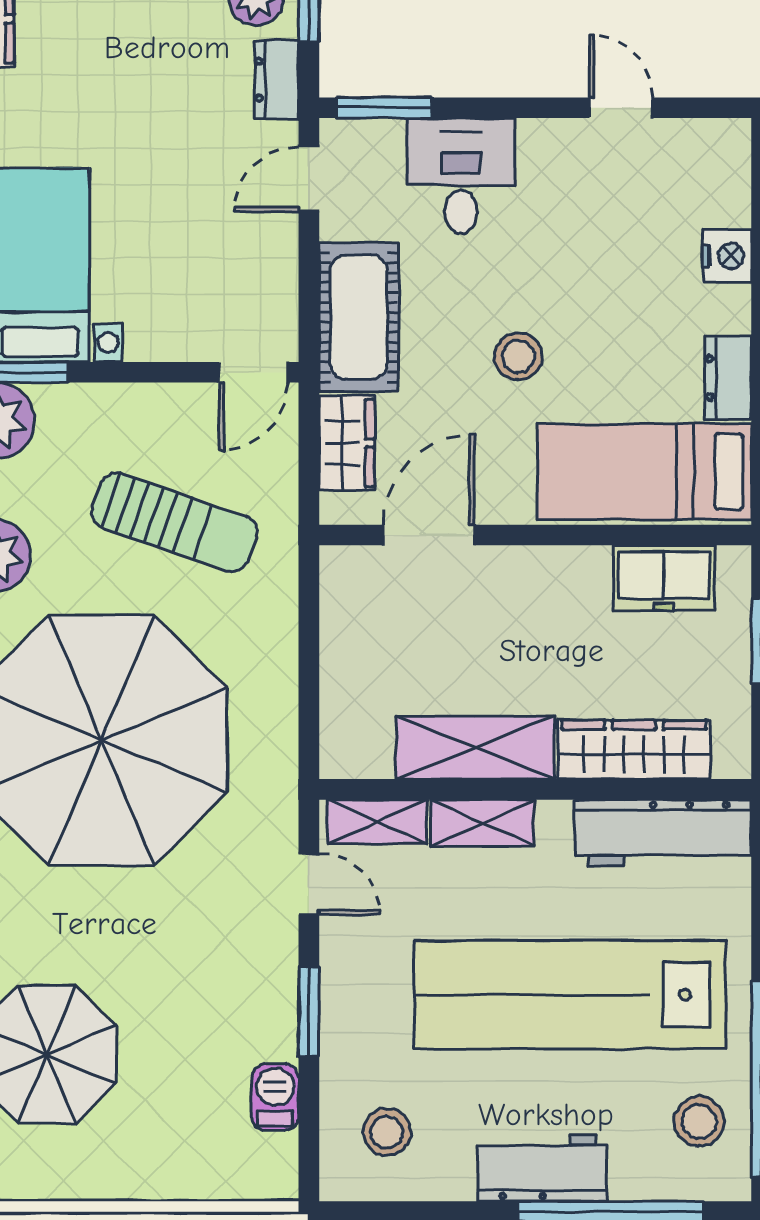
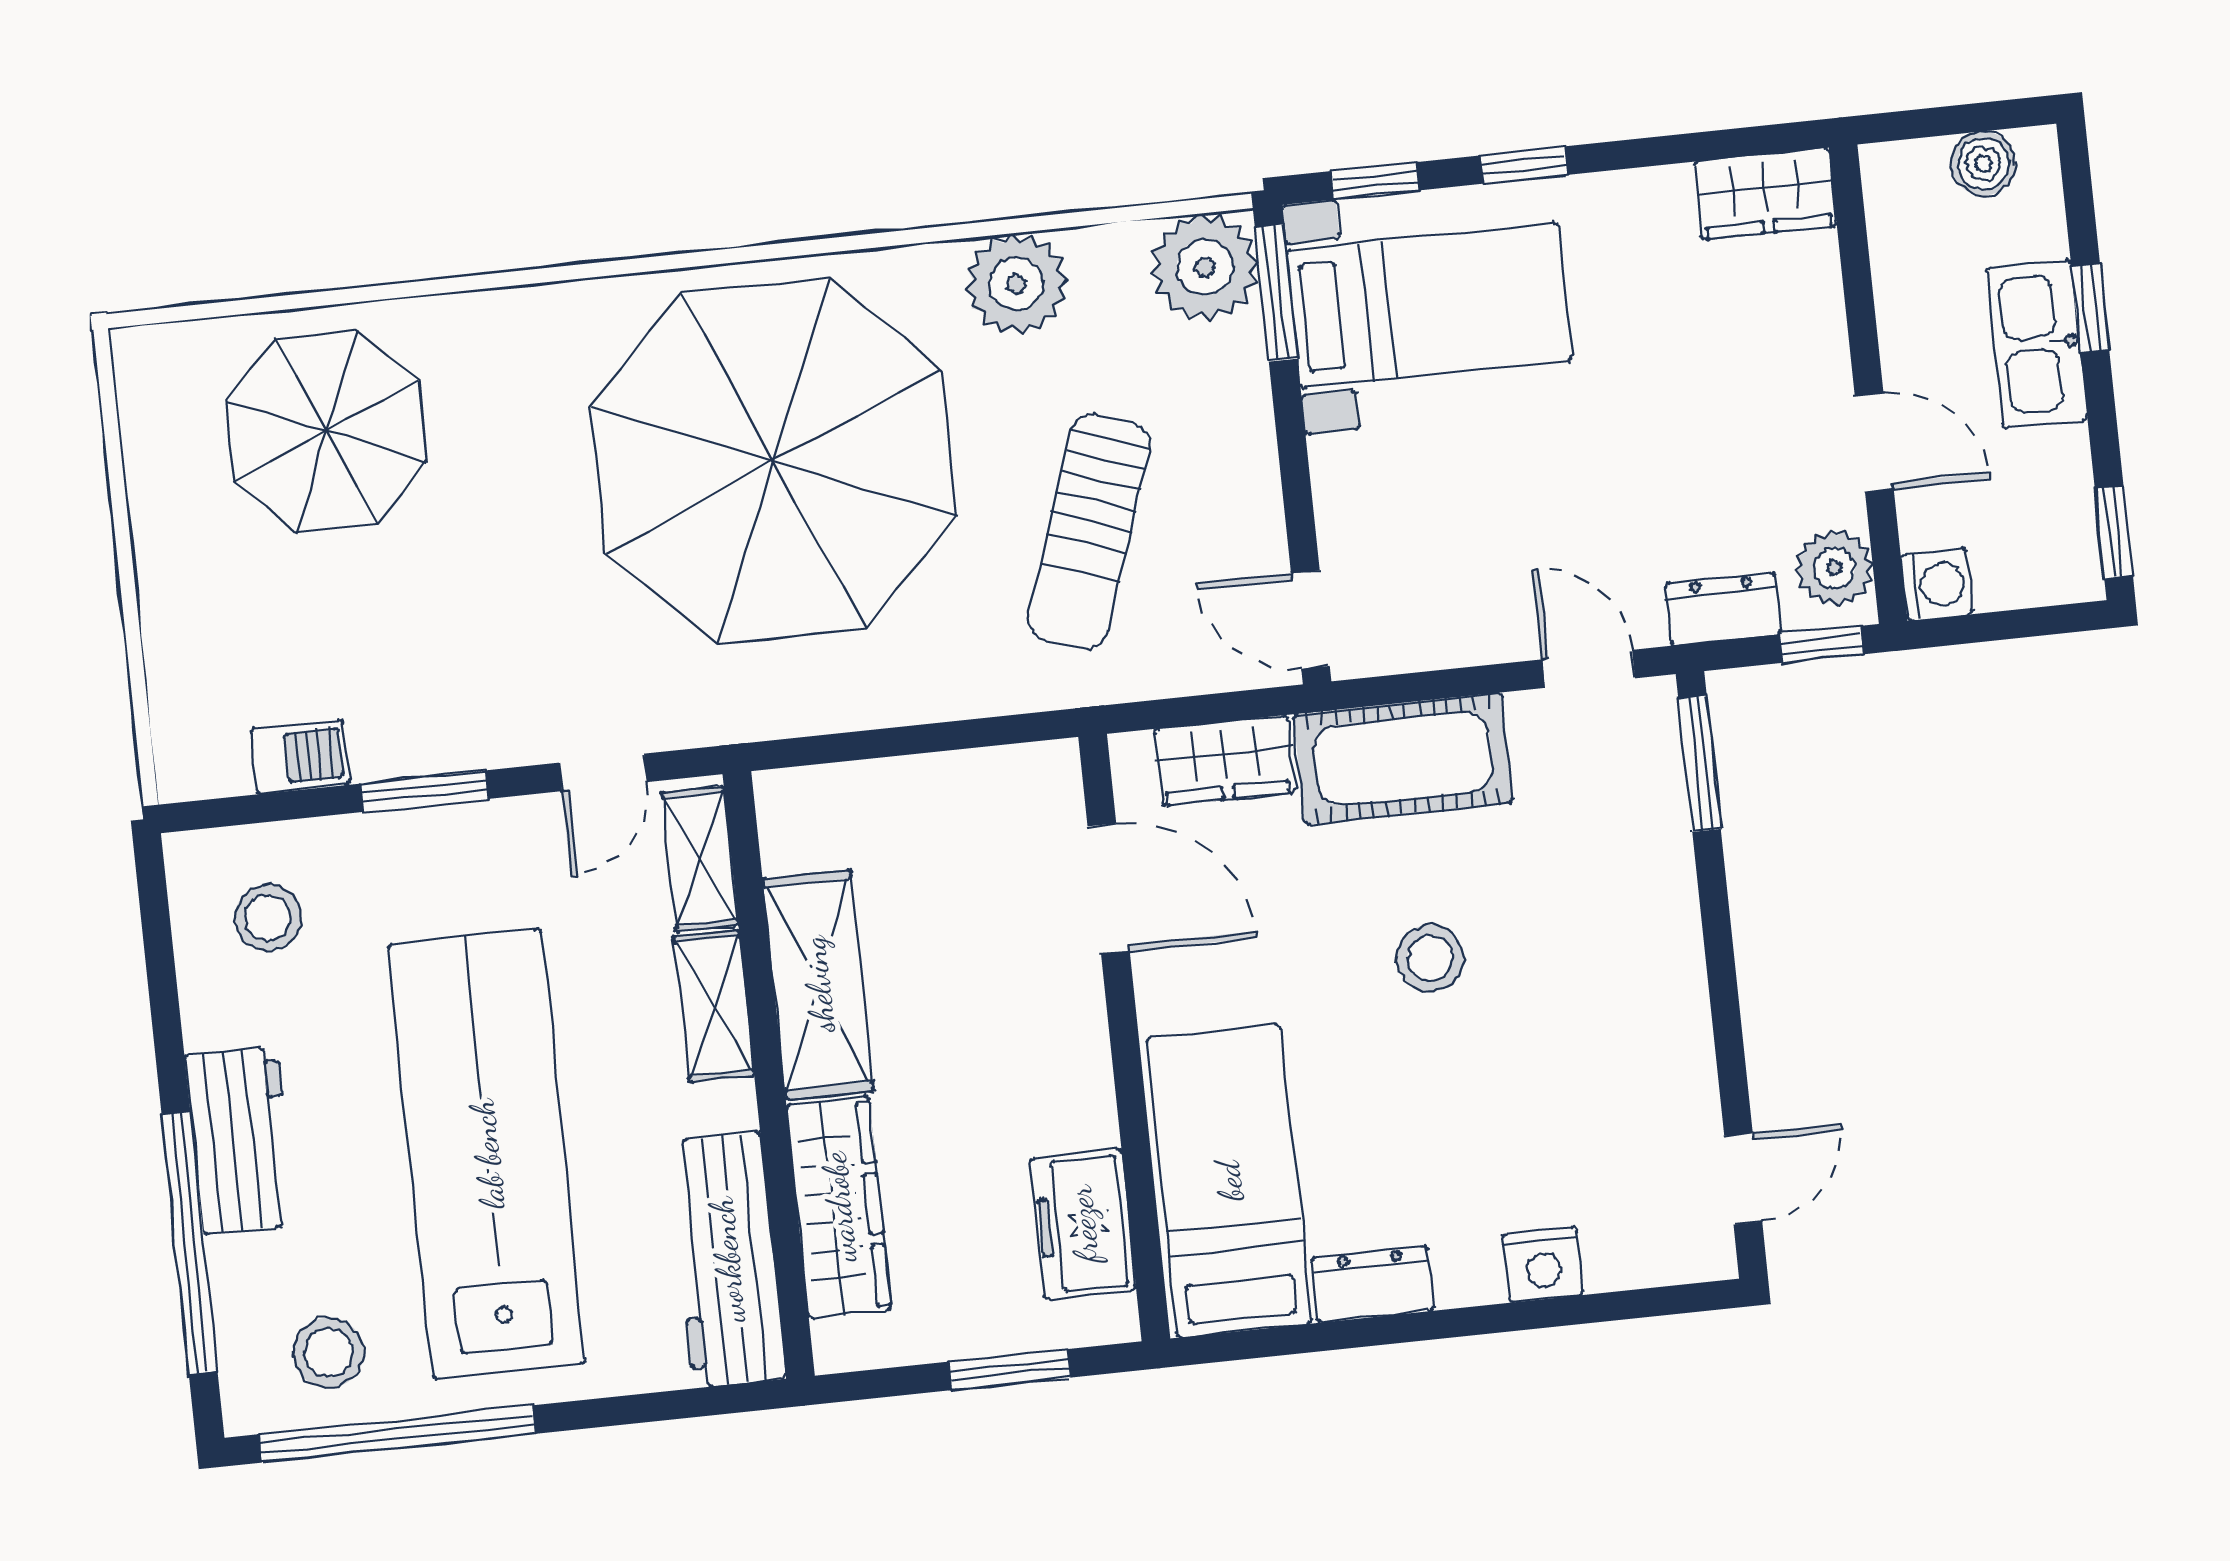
door: (621, 108) -> (1743, 1179), moved
desk: (461, 176) -> (1616, 881), removed
stool: (518, 356) -> (1430, 958), moved

